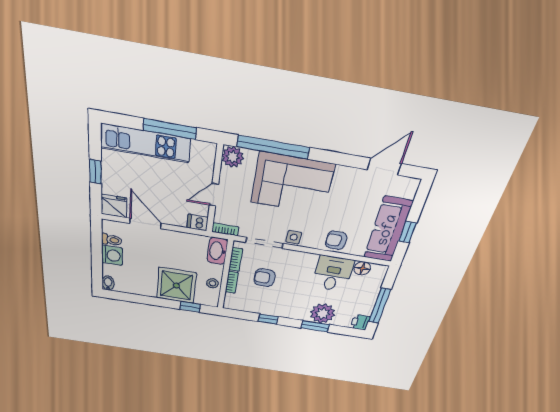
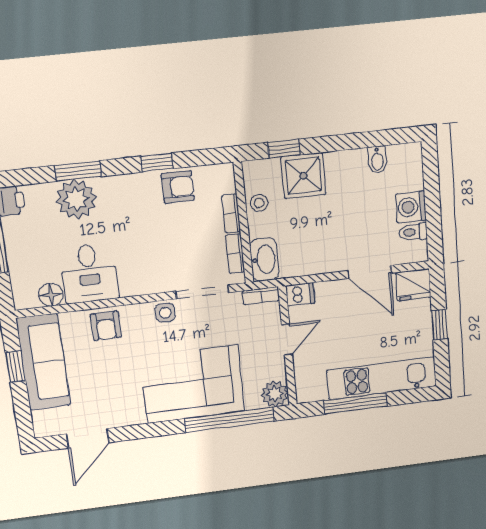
armchair: (336, 240) -> (106, 326), turned 90
armchair: (264, 278) -> (178, 187), moved
bidet: (108, 283) -> (377, 160), moved
shower: (176, 286) -> (303, 176), width x0.73, depth x0.73

